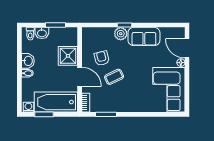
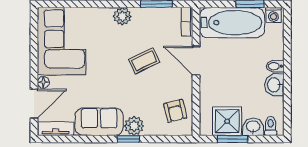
tv unit: (173, 32) -> (56, 129), added
door: (187, 48) -> (34, 104), hinge flipped
shower: (68, 56) -> (227, 121), moved
armchair: (102, 58) -> (175, 111), moved
plant: (129, 106) -> (122, 16), added

